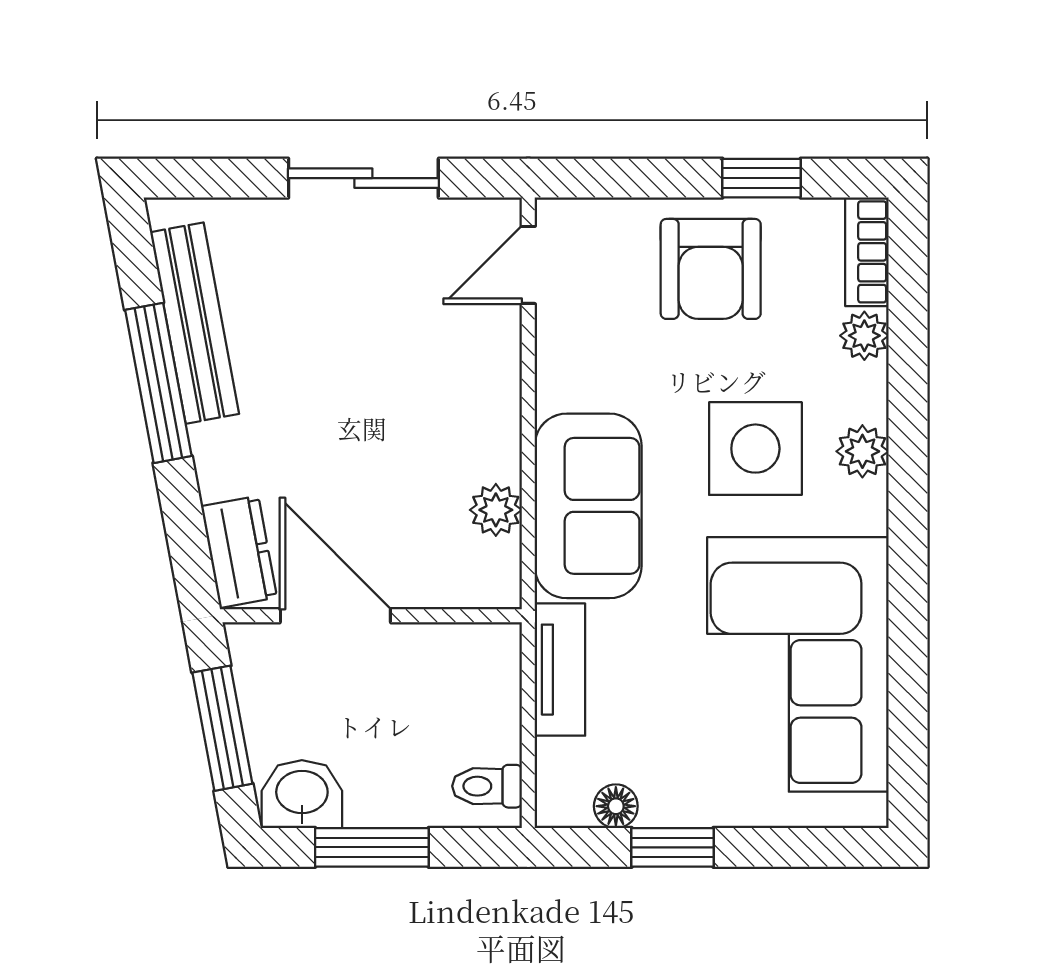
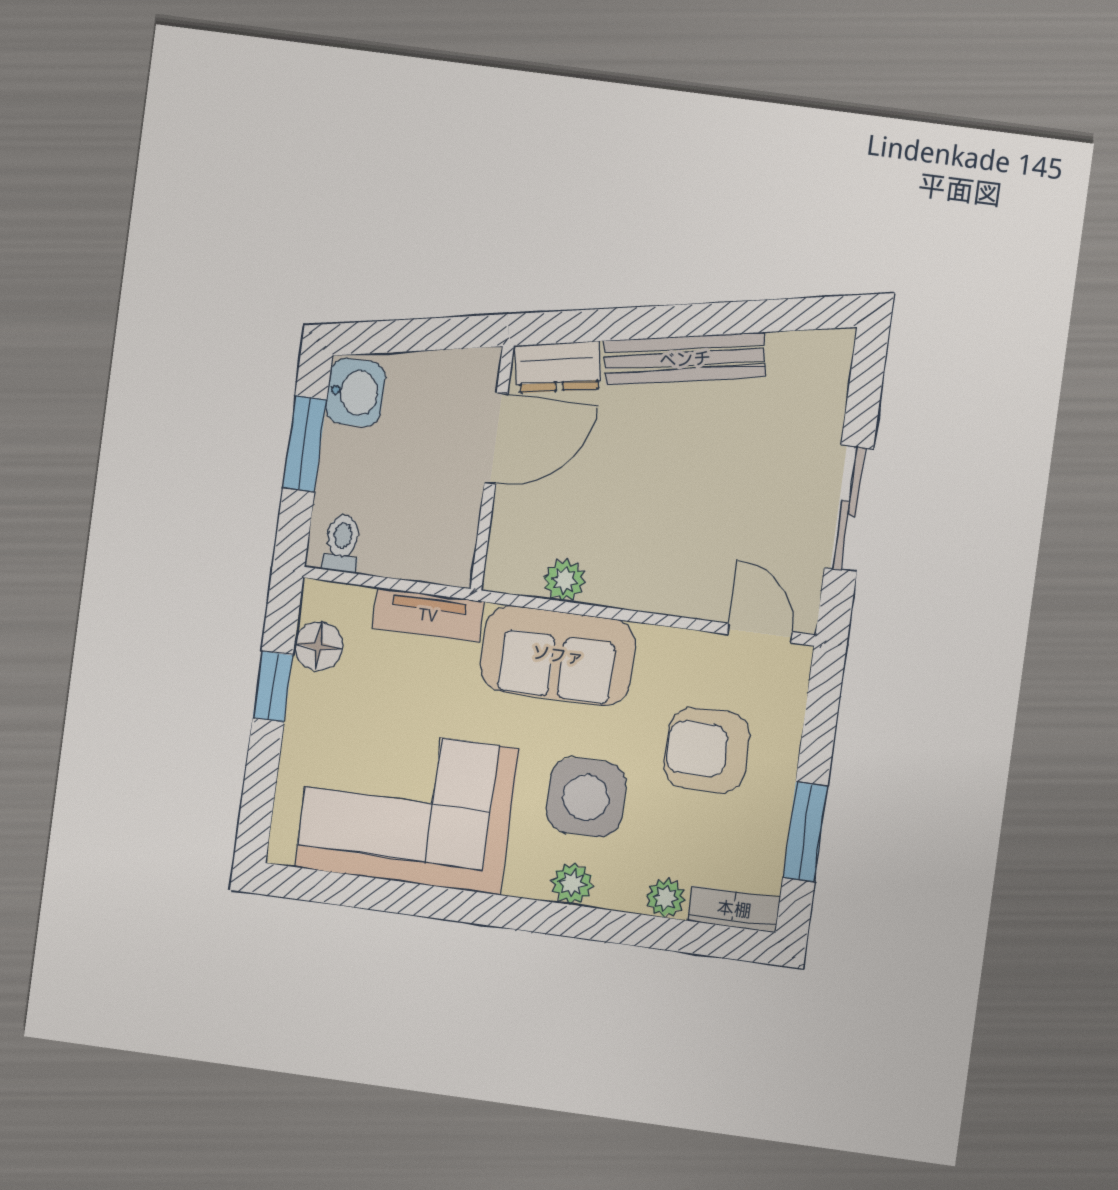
window: (762, 178) -> (805, 832), width x1.50
armchair: (711, 269) -> (707, 750), moved
bench: (195, 323) -> (685, 359), moved
window: (158, 383) -> (704, 319), removed
window: (222, 728) -> (417, 335), removed
floor lamp: (616, 806) -> (318, 646), width x1.37, depth x1.37

